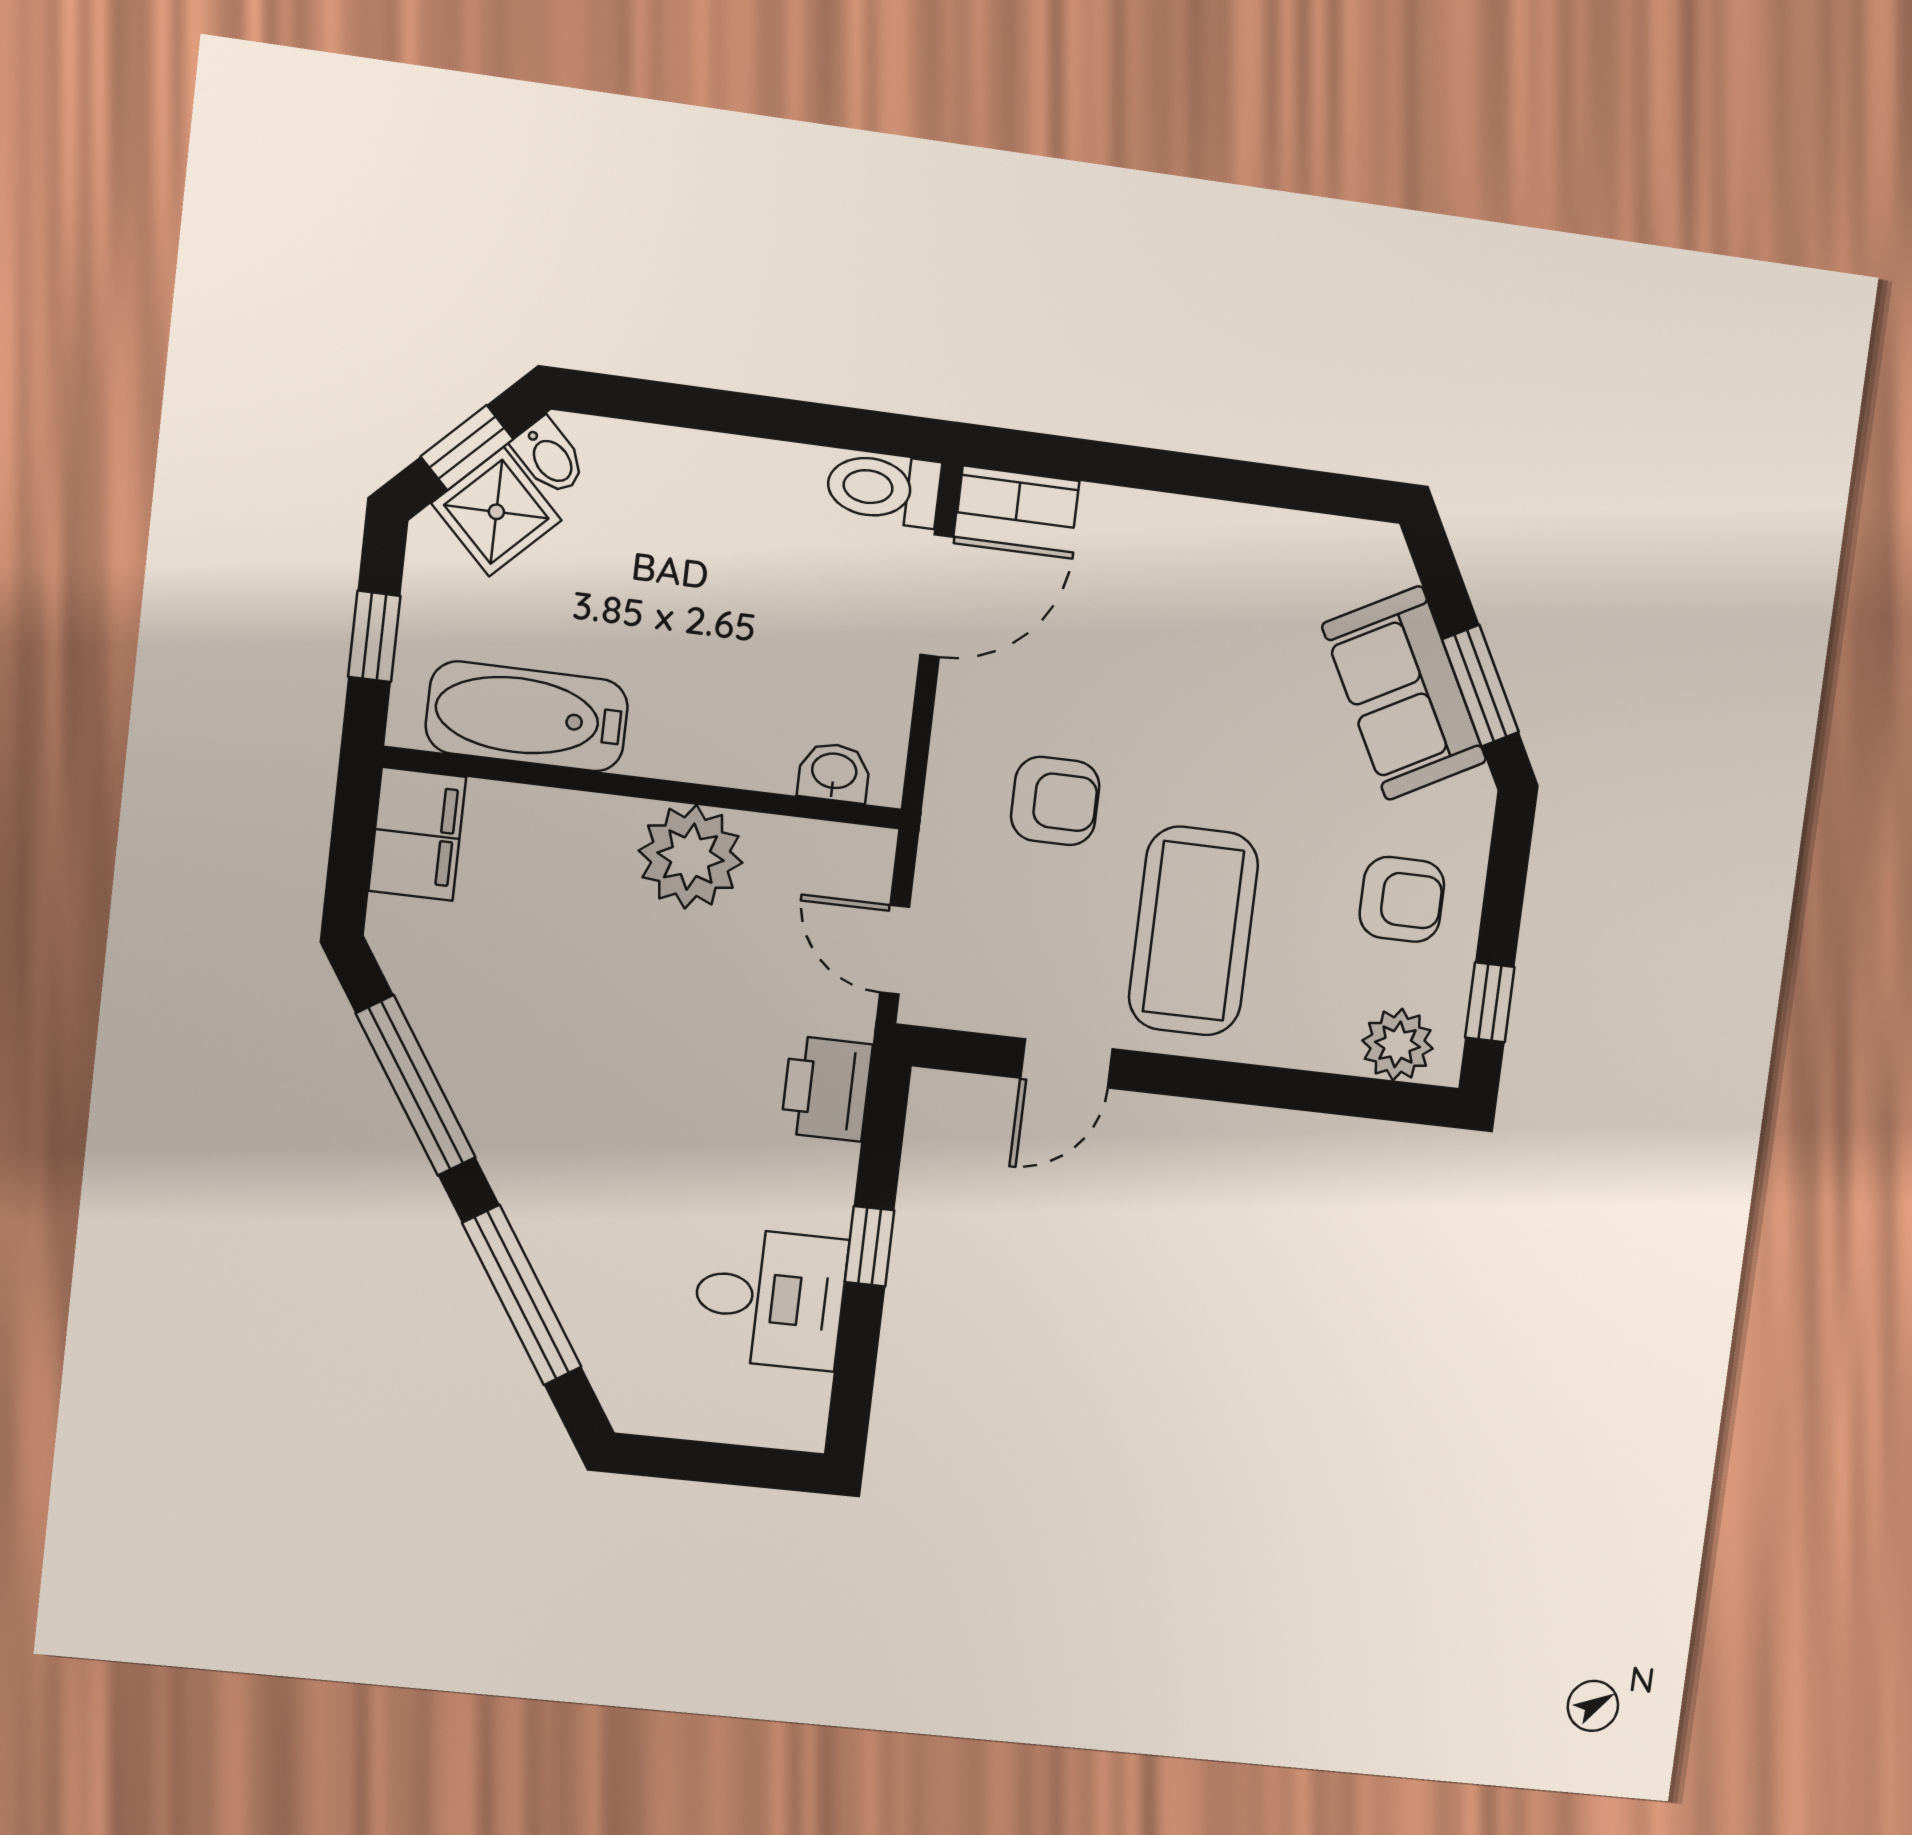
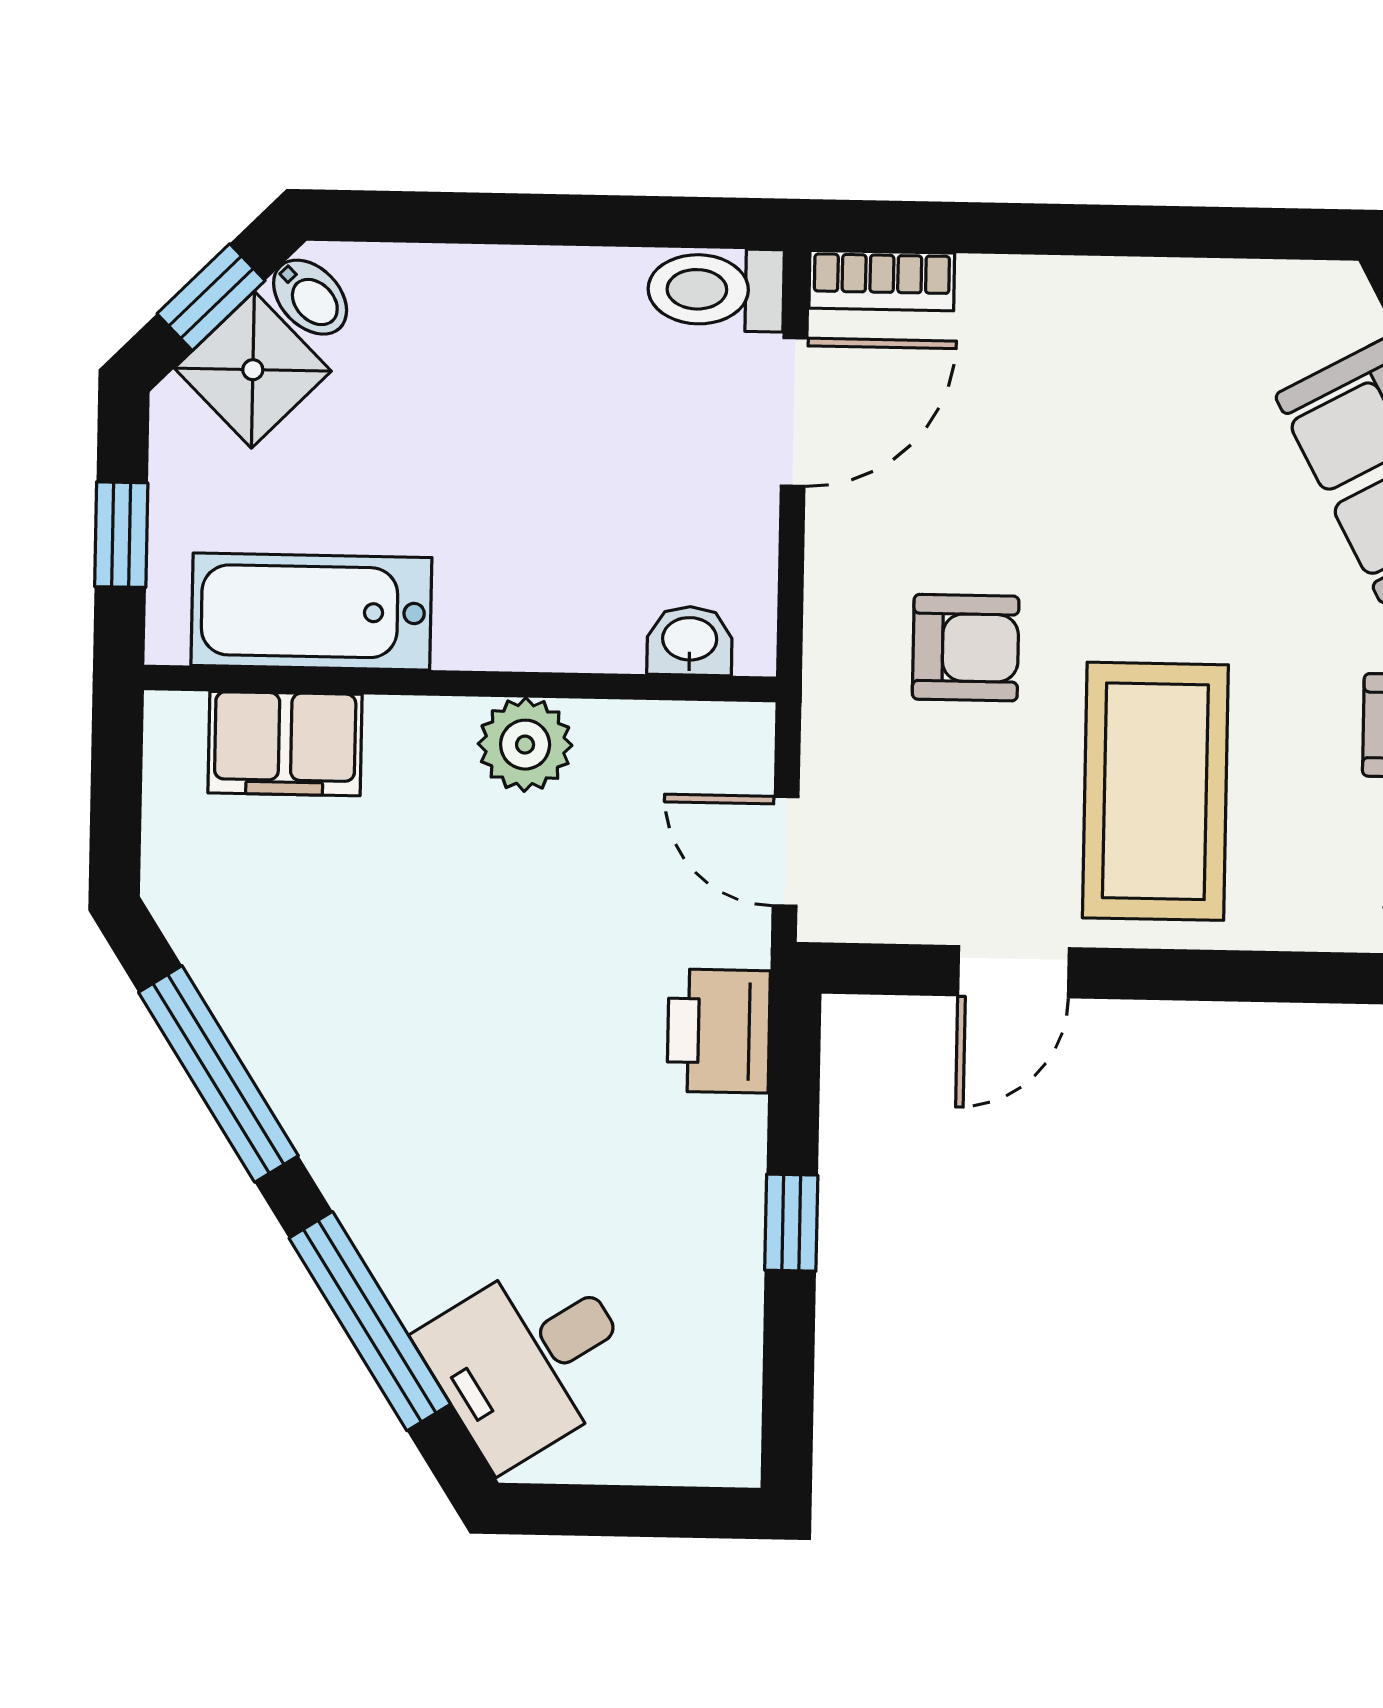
filing cabinet: (417, 834) -> (285, 744), moved, turned 90
plant: (691, 857) -> (525, 745), width x0.73, depth x0.73
desk: (770, 1298) -> (529, 1359), moved, turned 147

